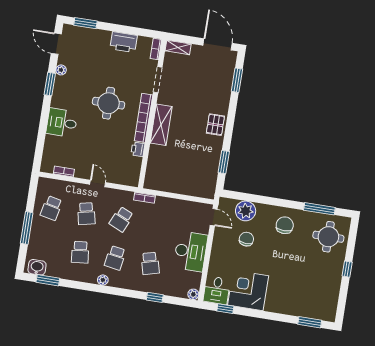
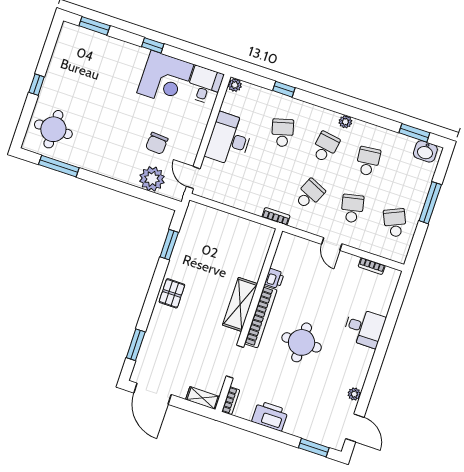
window: (50, 84) -> (371, 379), removed
school desk: (51, 208) -> (395, 223), turned -36
chair: (285, 225) -> (106, 153), removed
window: (225, 309) -> (153, 45), moved

